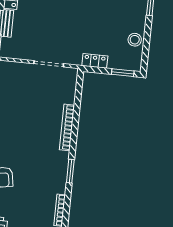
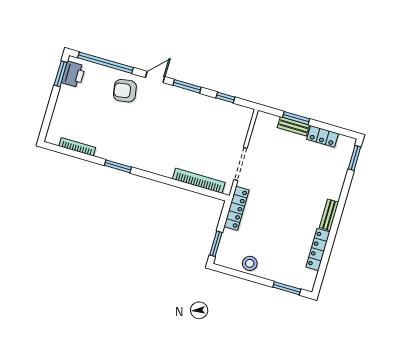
locker: (95, 61) -> (237, 208), width x1.53
bookcase: (67, 127) -> (199, 181), moved

